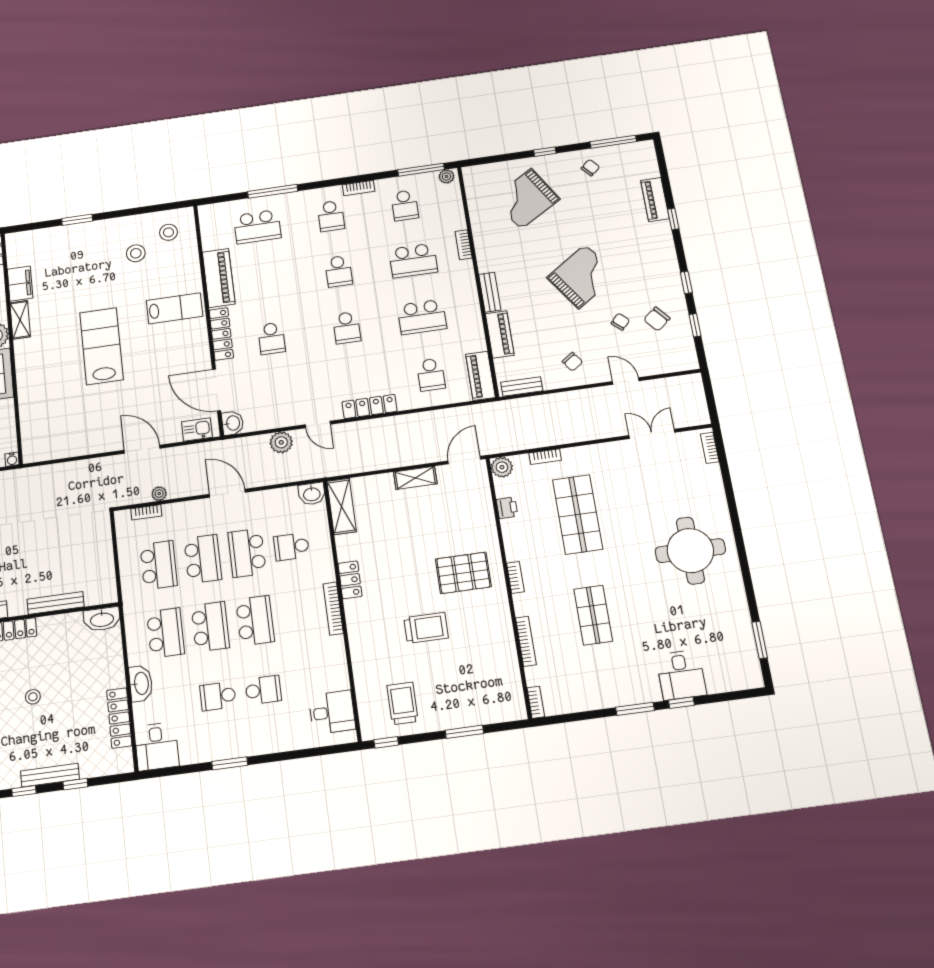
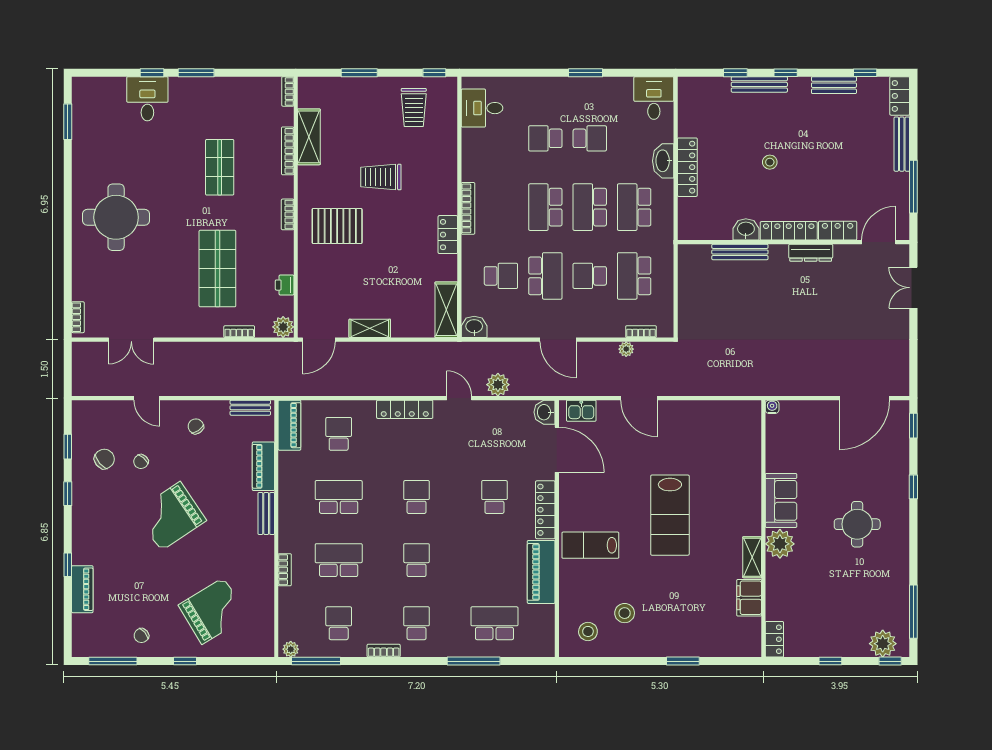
school desk: (203, 559) -> (590, 276), width x0.54
washbasin: (102, 619) -> (746, 229), moved, width x0.72
shelving: (506, 659) -> (309, 137), added
locker: (119, 718) -> (687, 167), moved

